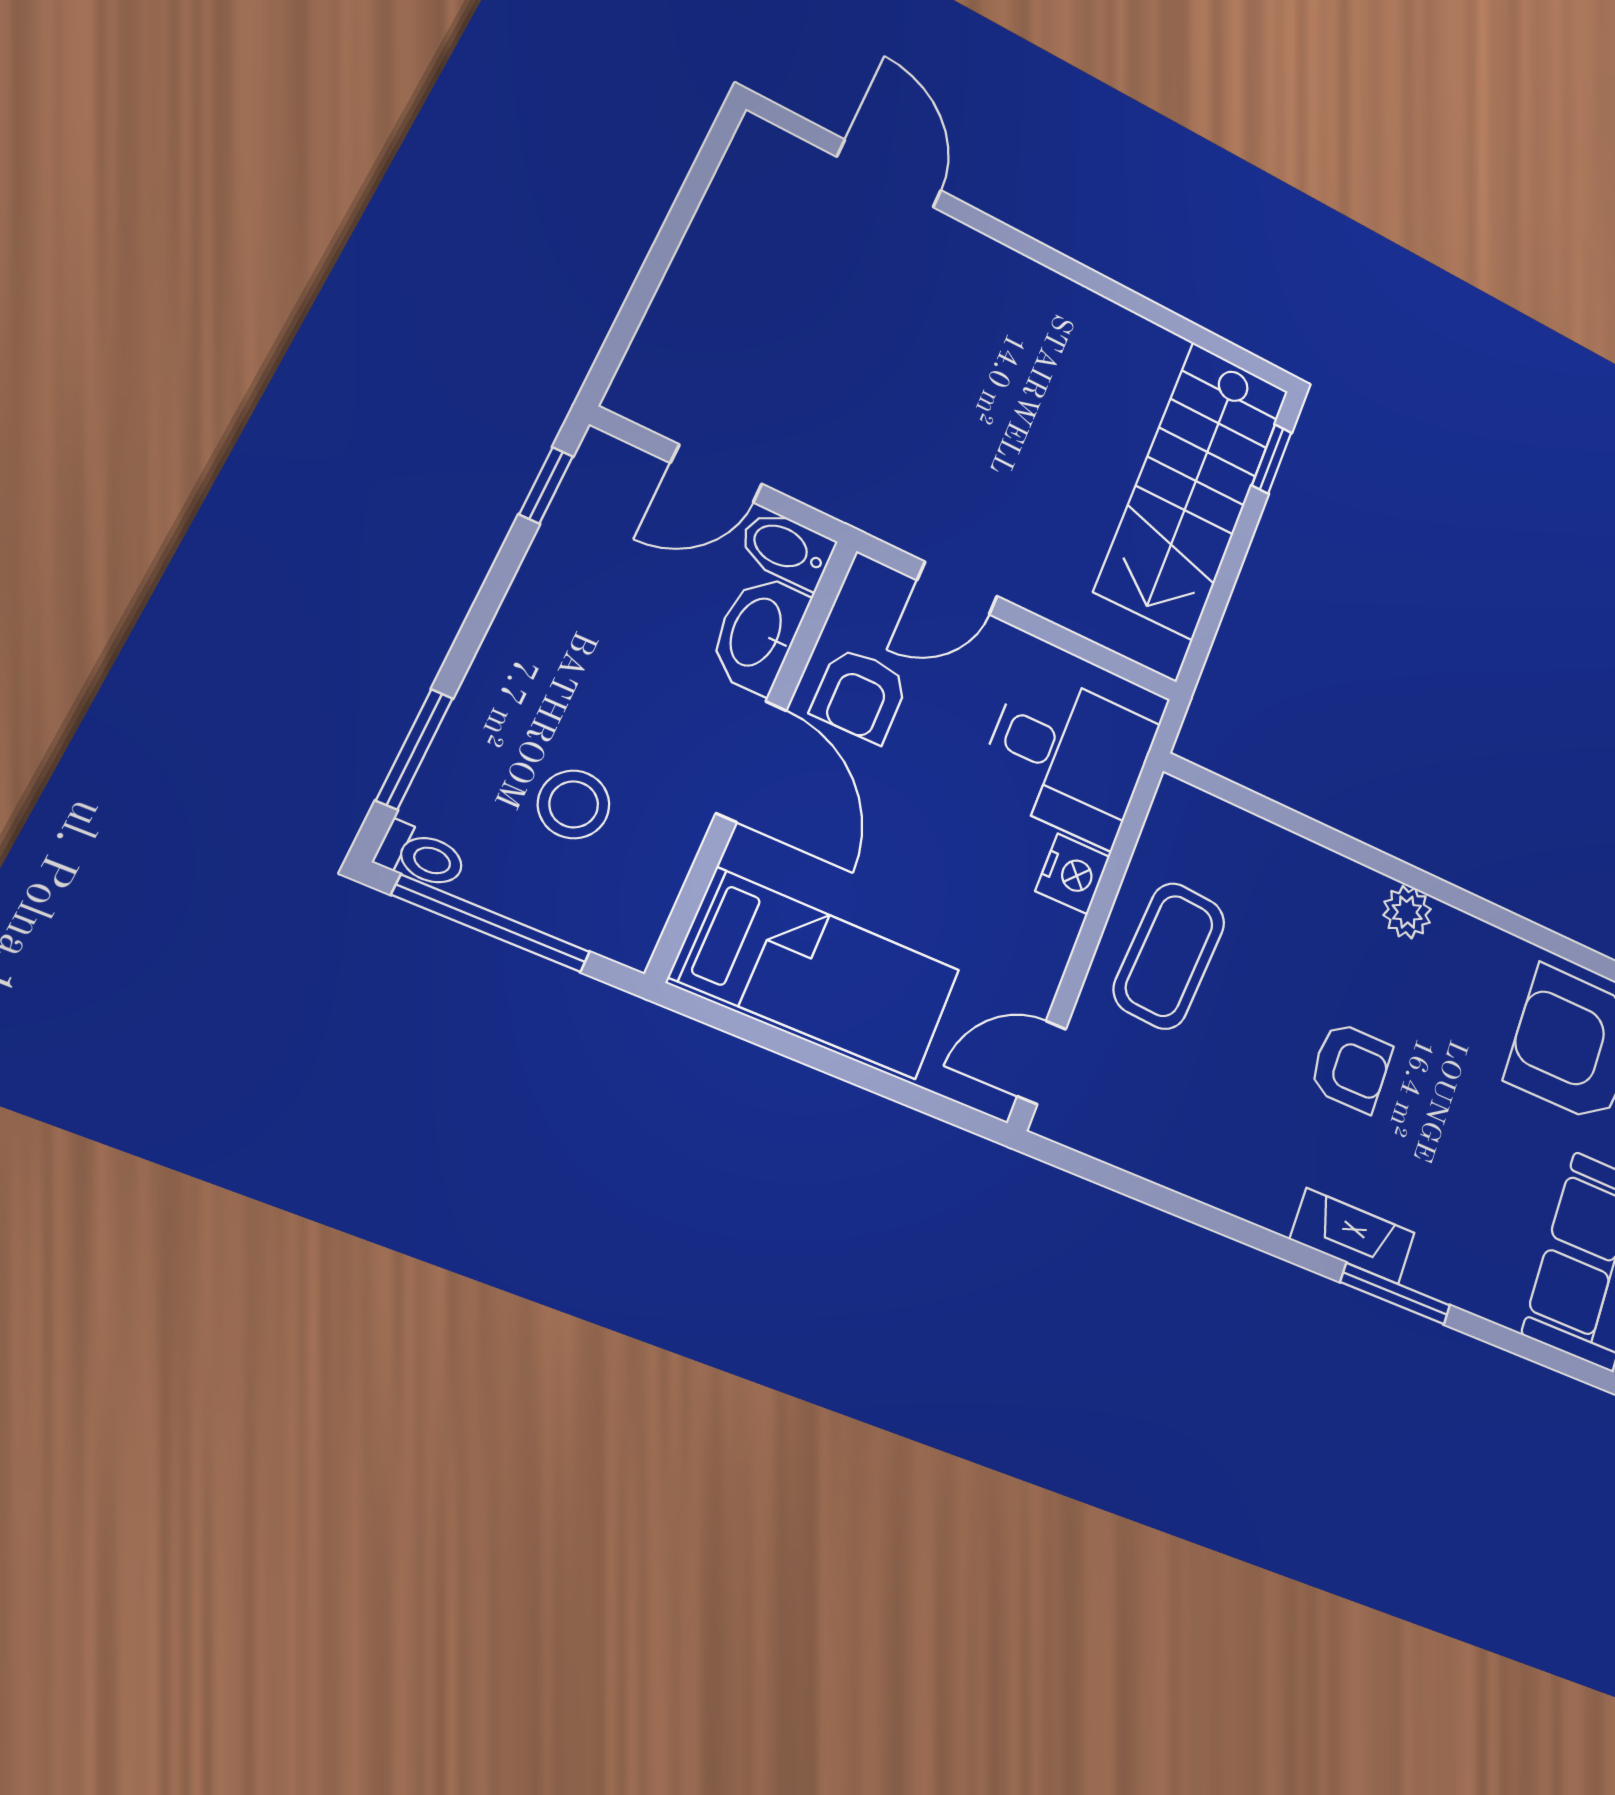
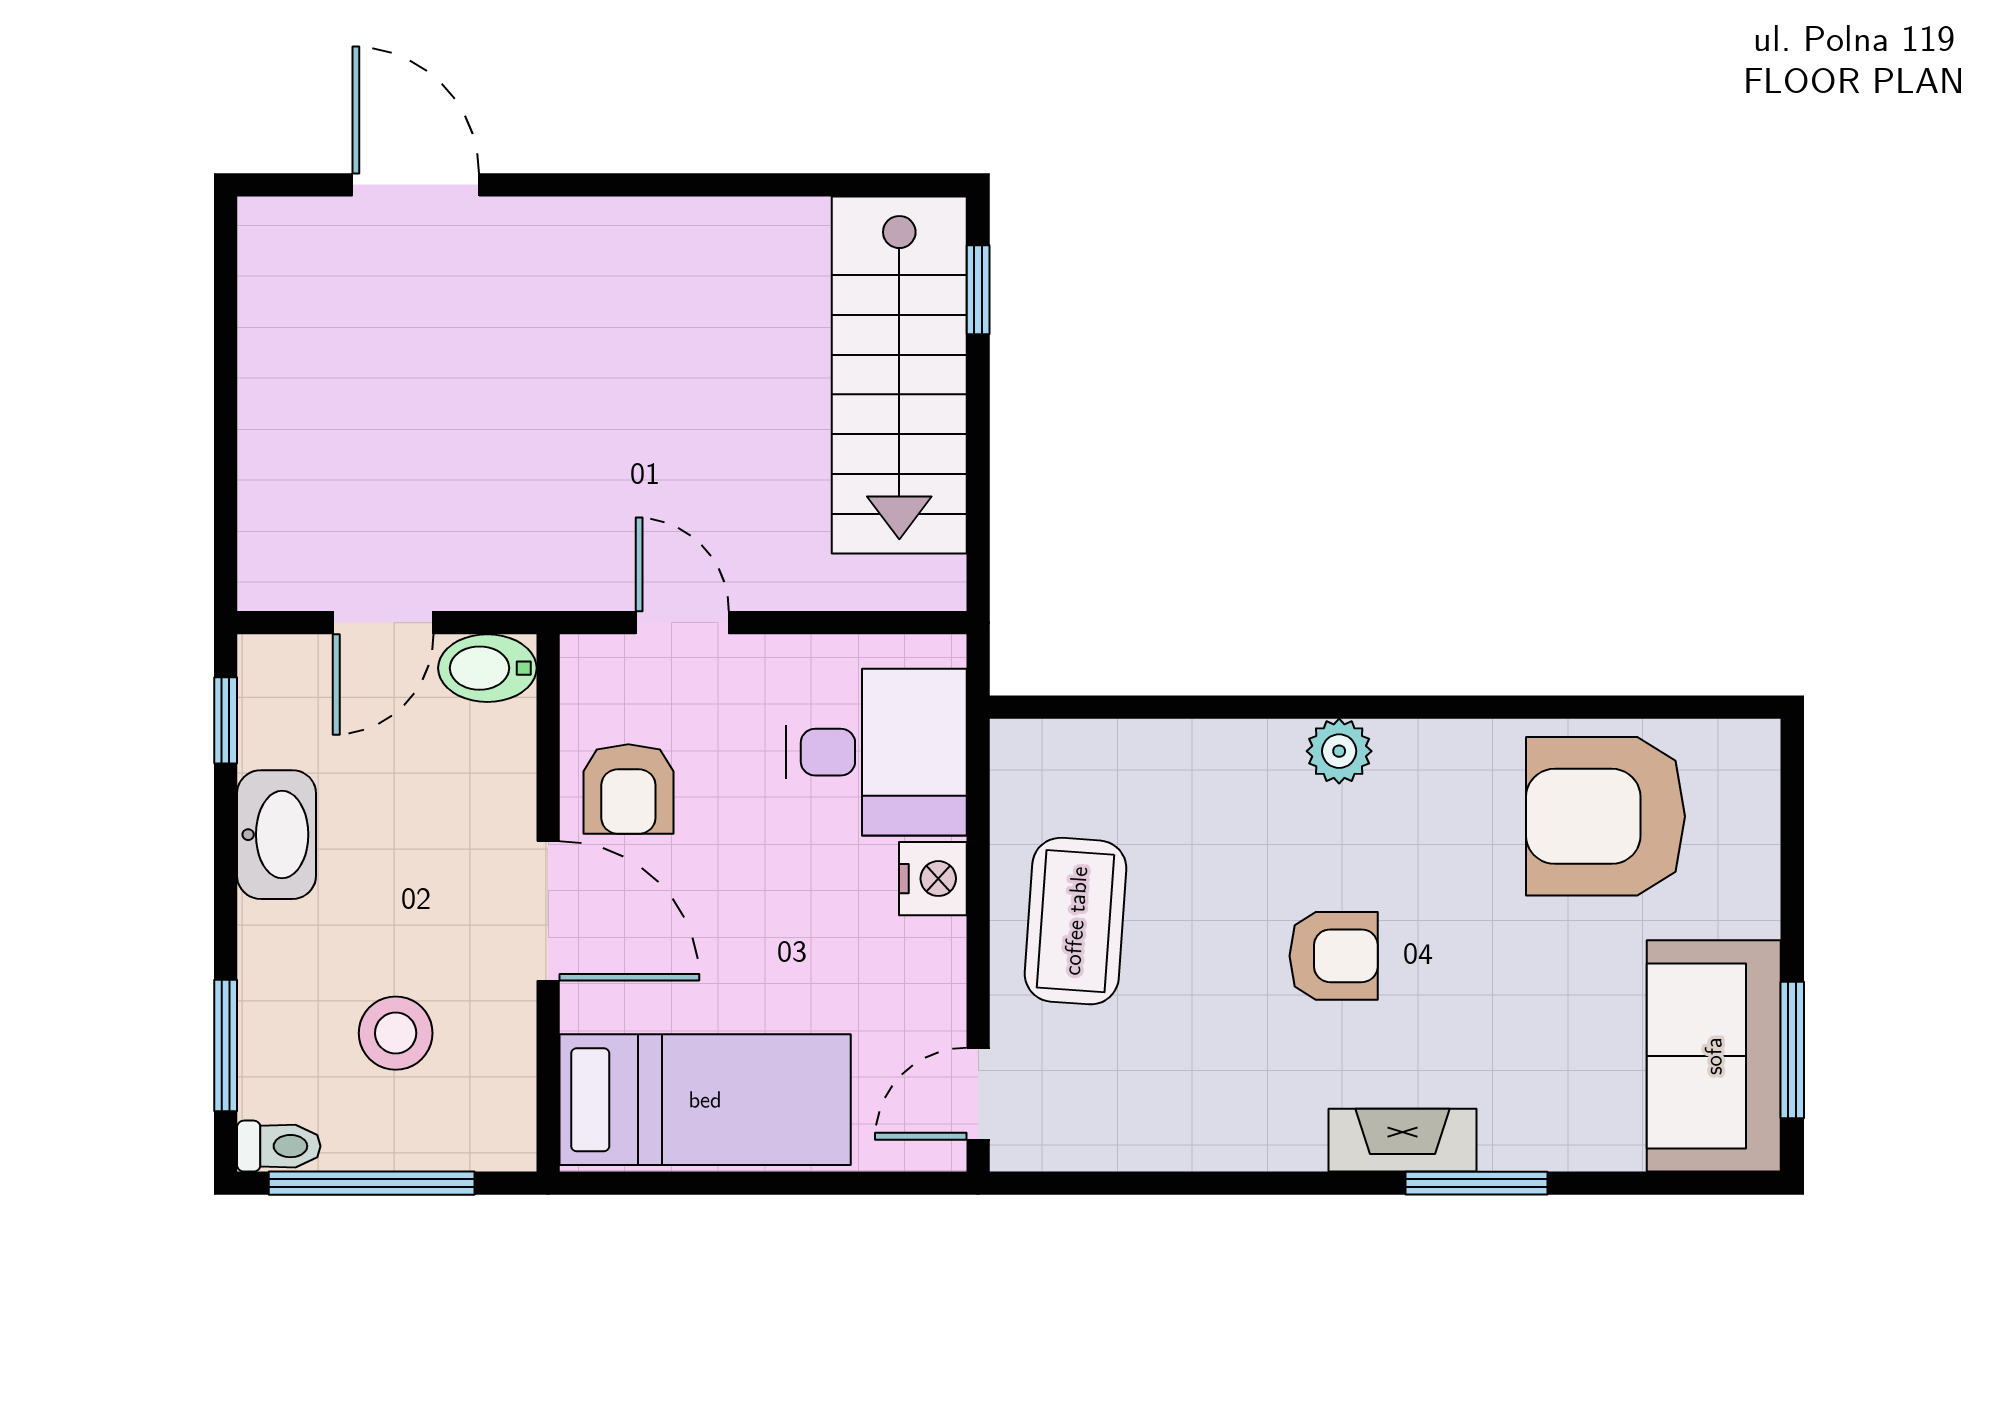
door: (957, 588) -> (682, 623), swing flipped
washbasin: (758, 633) -> (277, 835), moved, turned 180

